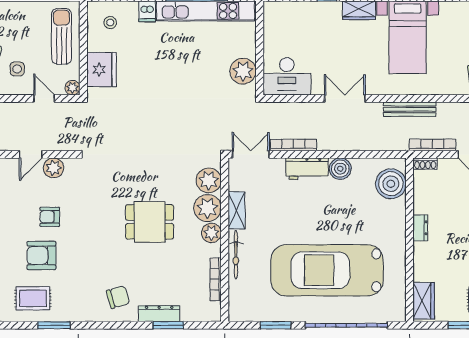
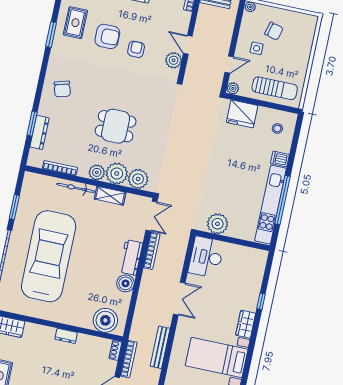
dining table: (150, 222) -> (116, 126), turned 90
armchair: (41, 255) -> (107, 36), turned 90
dresser: (159, 314) -> (40, 132), moved

